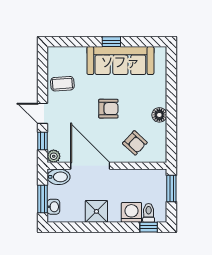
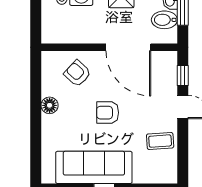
plant: (54, 156) -> (170, 58), removed
bidet: (59, 177) -> (164, 20), moved
window: (171, 188) -> (36, 21), removed

